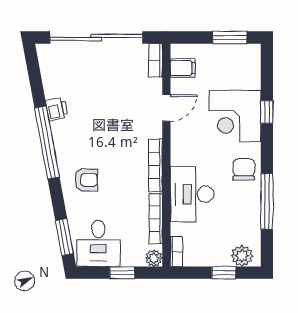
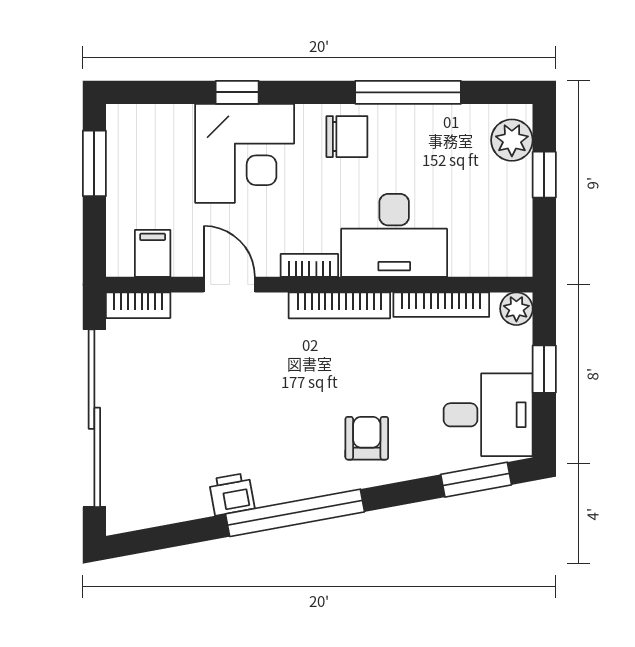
chair: (244, 170) -> (347, 137), turned 180
bookcase: (176, 252) -> (309, 265), moved

